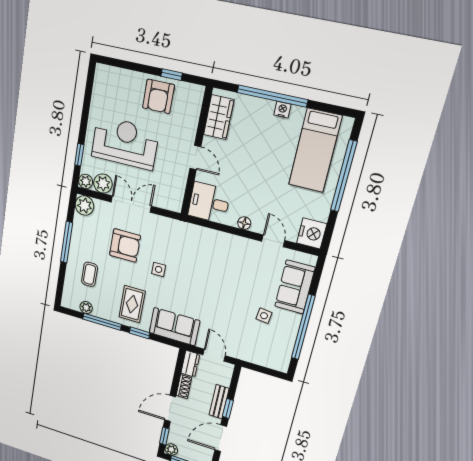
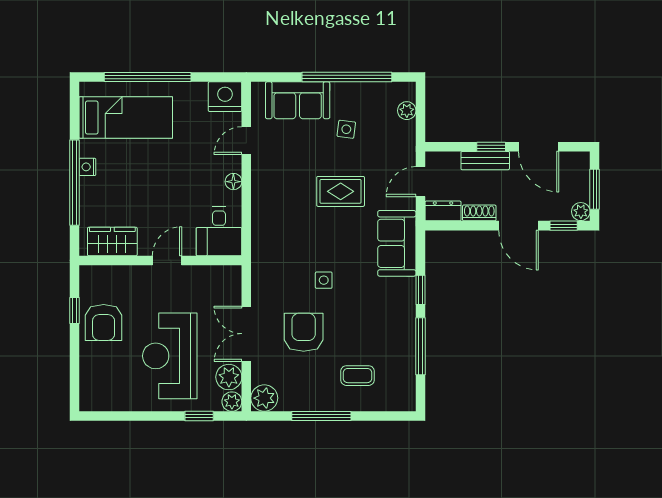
armchair: (158, 96) -> (104, 322), turned 90
rug: (132, 304) -> (341, 191), moved
plant: (86, 308) -> (407, 111), moved

